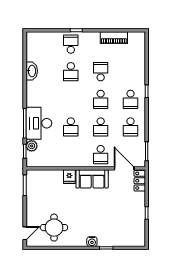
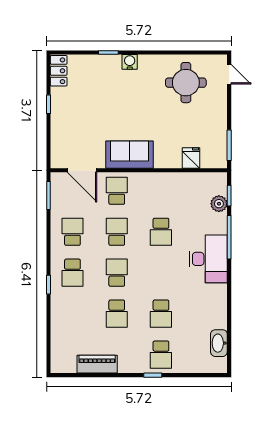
washbasin: (32, 71) -> (219, 343), moved
school desk: (71, 72) -> (161, 314), turned 180
school desk: (130, 99) -> (72, 273), turned 180
desk: (39, 123) -> (208, 259), moved
school desk: (71, 127) -> (161, 232), turned 180
fridge: (69, 177) -> (191, 158), moved
locker: (140, 181) -> (59, 71), moved
door: (25, 233) -> (229, 74), swing flipped

